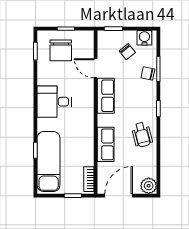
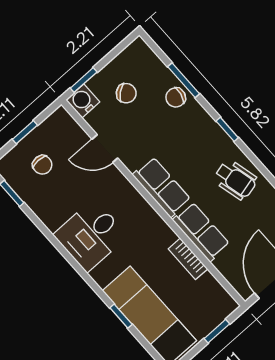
water cooler: (144, 38) -> (83, 101), moved
chair: (61, 50) -> (42, 165), width x0.54, depth x0.54
row of seats: (106, 96) -> (162, 187), moved
bookcase: (89, 179) -> (188, 259), moved

